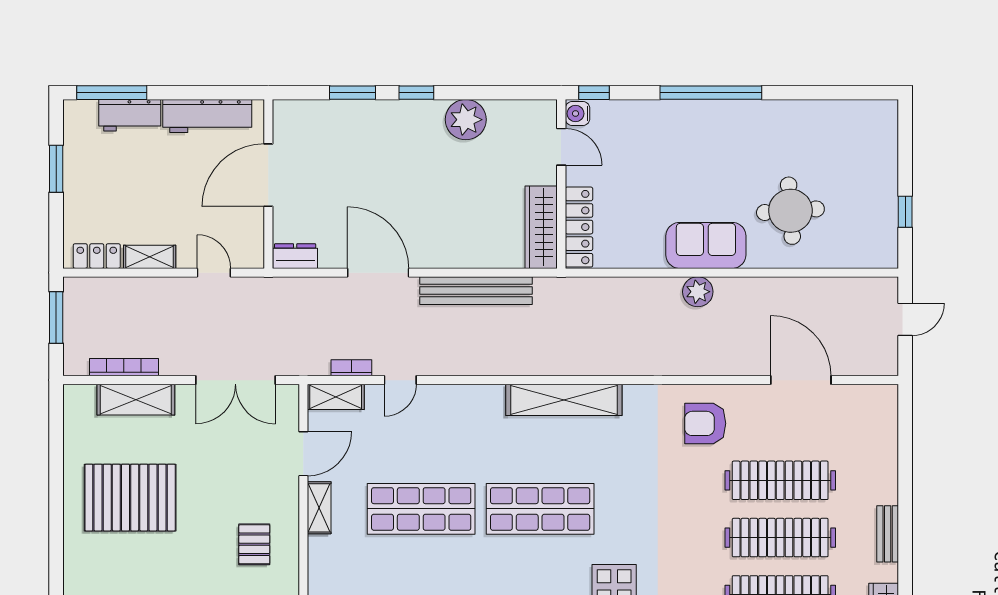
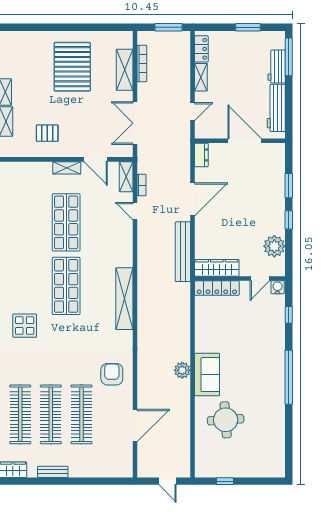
water cooler: (577, 114) -> (278, 287), moved
door: (561, 147) -> (260, 279), moved
wall: (561, 184) -> (240, 279), moved
wardrobe: (541, 227) -> (217, 268), moved
locker: (579, 227) -> (217, 288), moved

